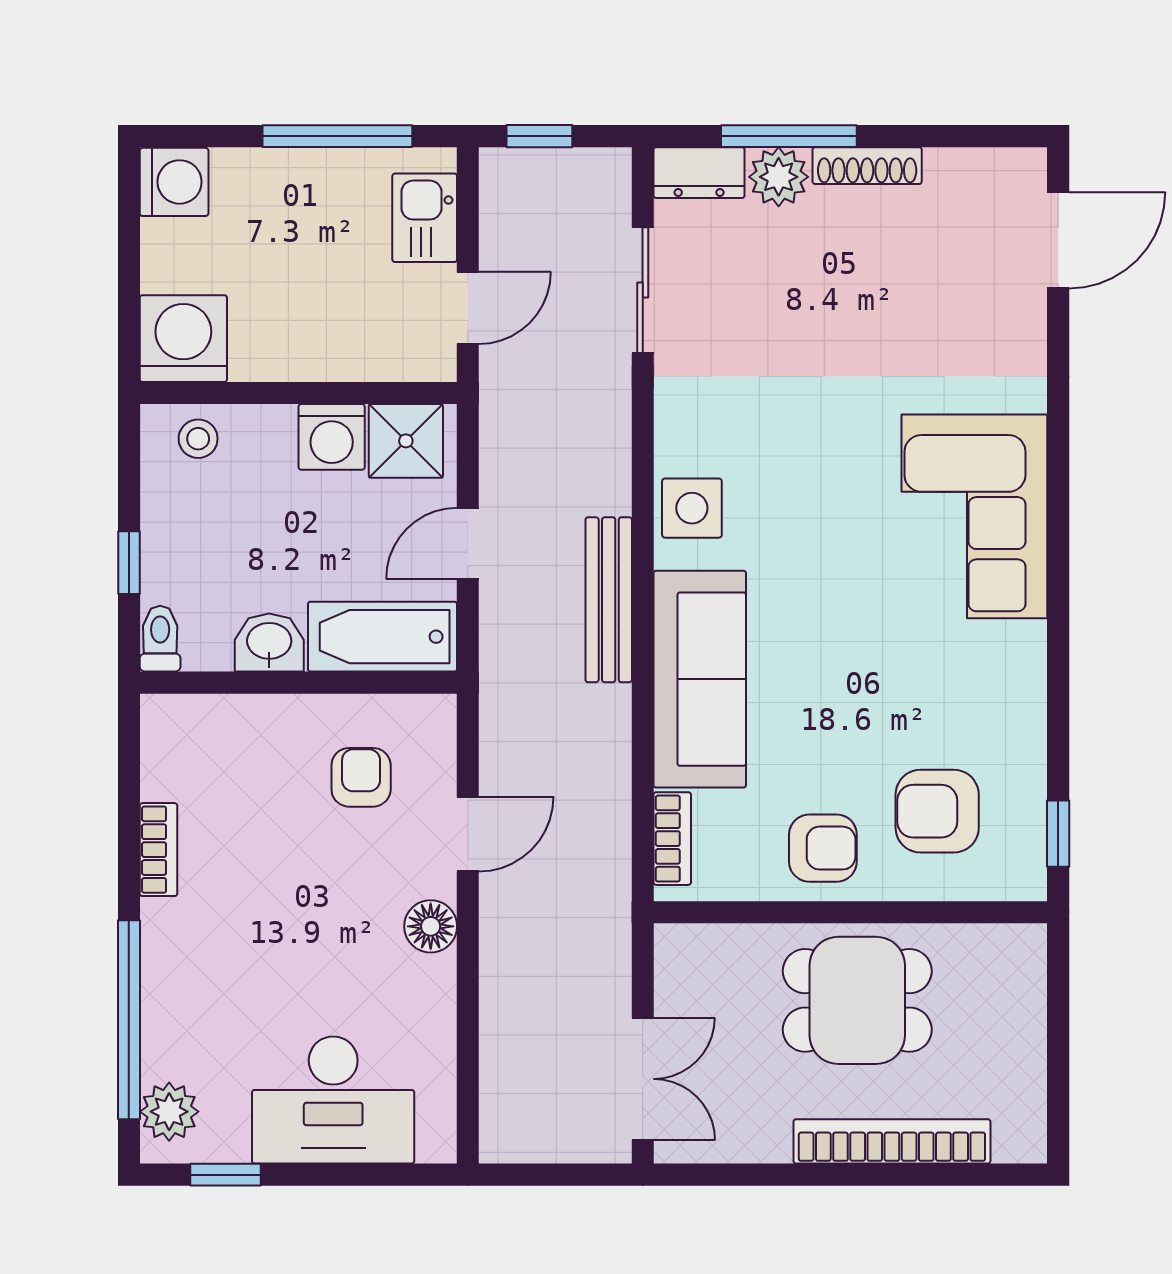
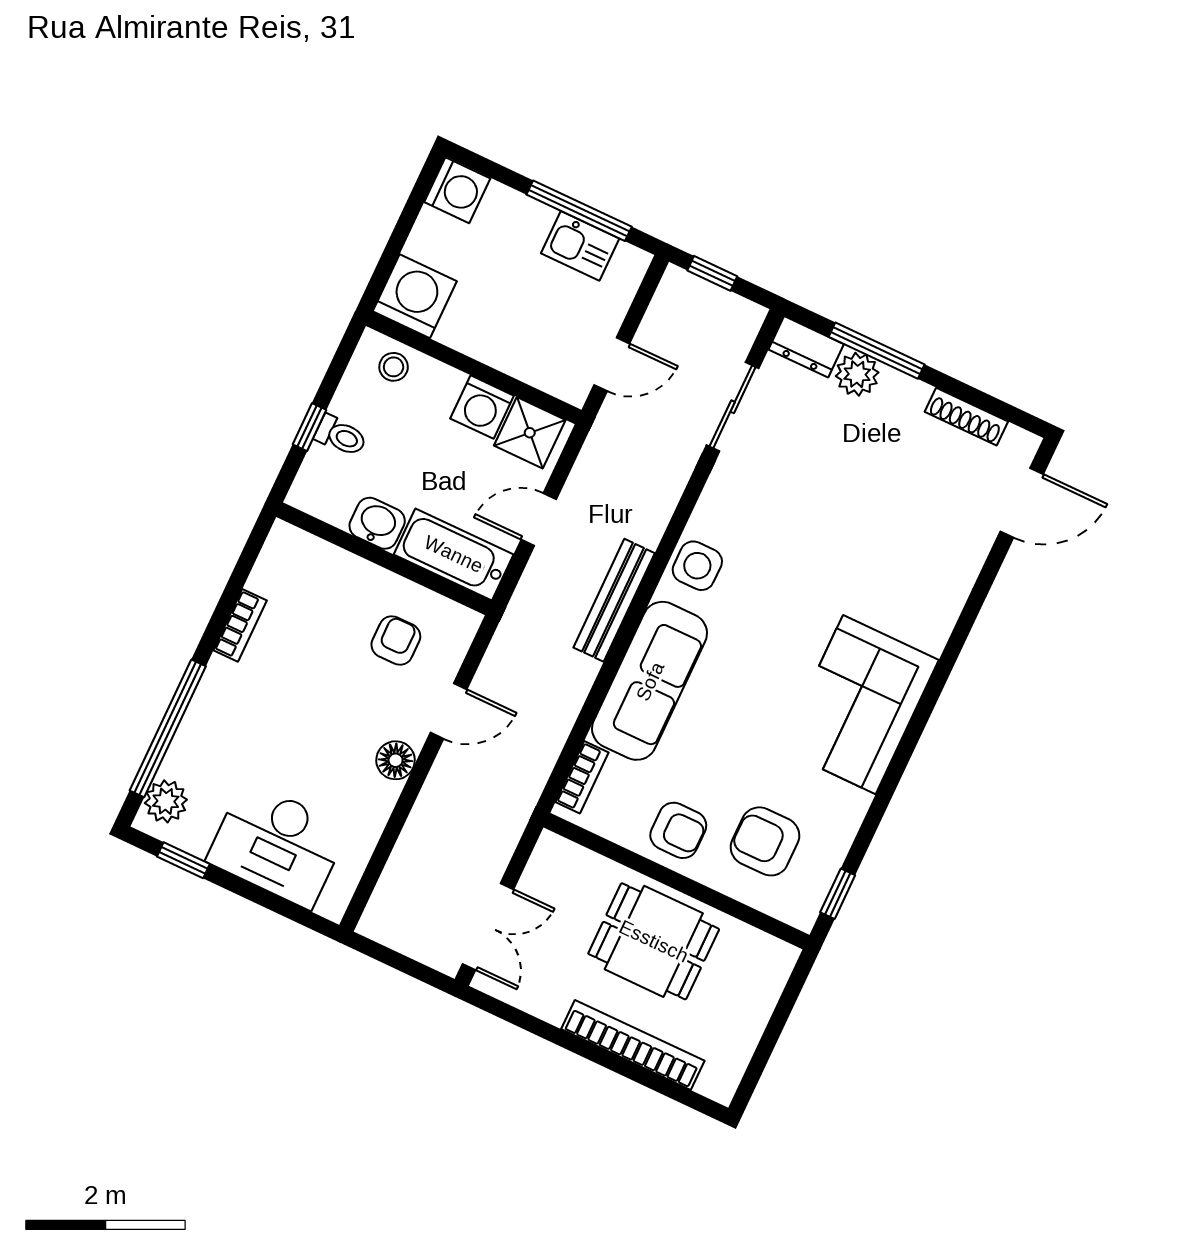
shoe rack: (867, 166) -> (966, 417), moved
kitchen sink: (425, 218) -> (580, 246), moved, turned -90
corner sofa: (974, 516) -> (859, 705), moved
toilet: (160, 639) -> (341, 436), moved, turned 90

